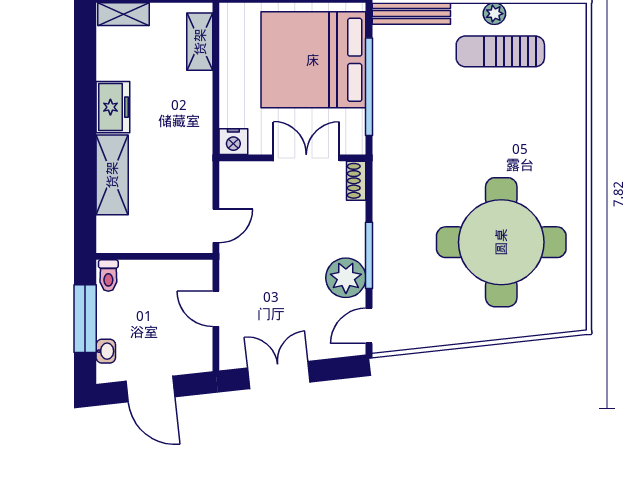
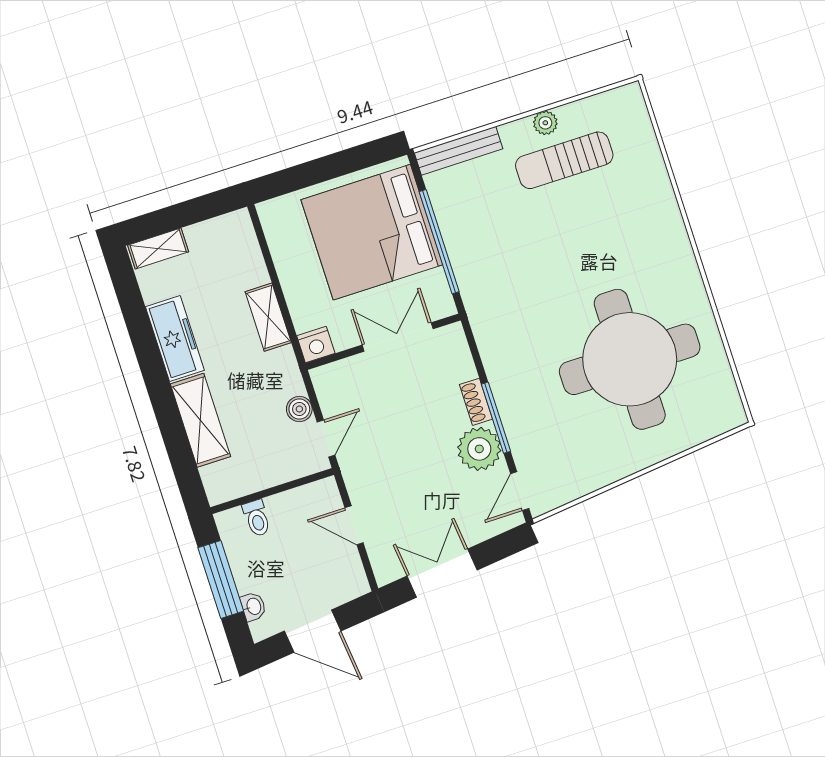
shelving: (200, 42) -> (268, 317), moved
freezer: (113, 107) -> (175, 339), width x1.40
shoe rack: (356, 181) -> (476, 402), moved
boiler: (201, 193) -> (299, 409), added
toilet: (108, 275) -> (257, 518), moved

